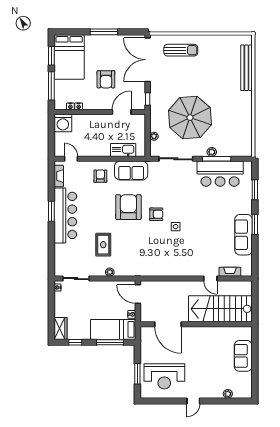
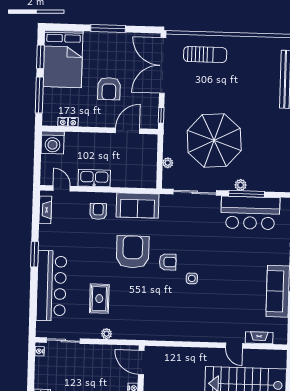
kitchen sink: (123, 150) -> (94, 178), moved
bar counter: (65, 215) -> (51, 286), moved

